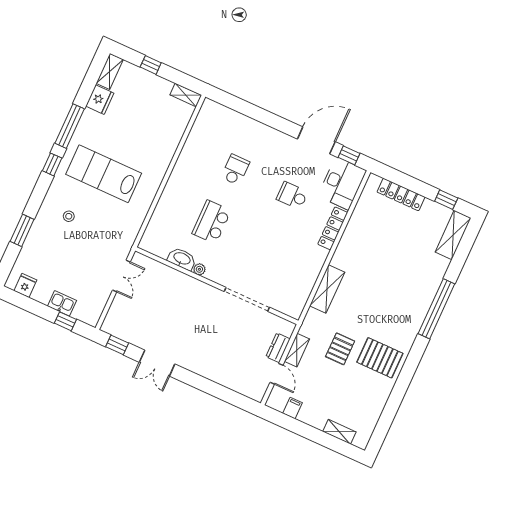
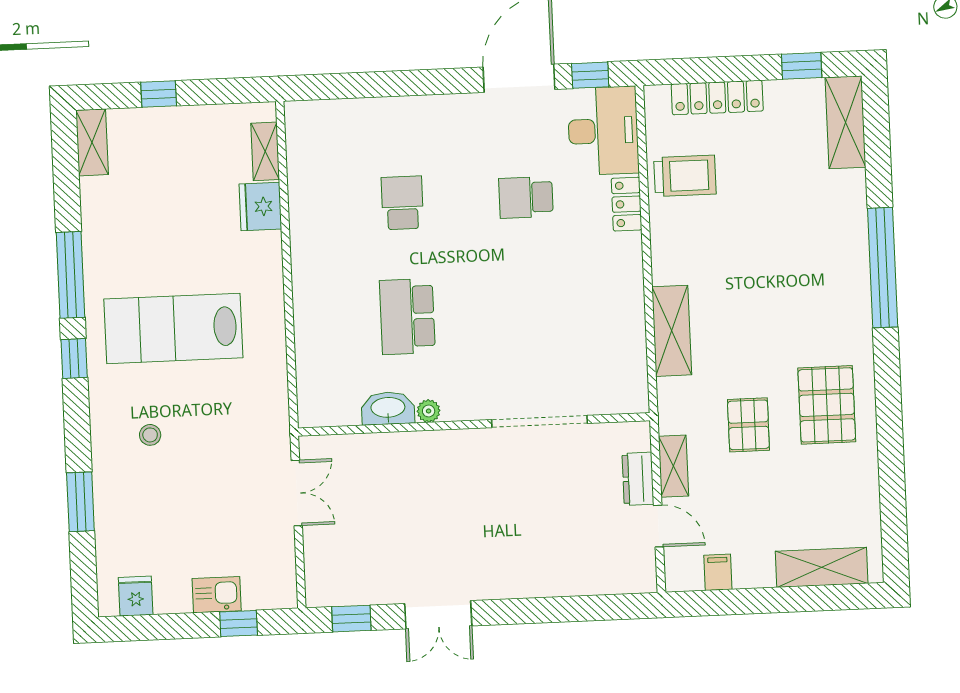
shelving: (186, 95) -> (265, 151), moved, turned 90
fridge: (100, 100) -> (260, 206), moved, turned 180
trolley: (369, 222) -> (685, 176), added
locker: (333, 228) -> (627, 204), width x0.66
pallet: (380, 358) -> (827, 405), turned 90
shelving: (339, 432) -> (822, 567), width x1.50, depth x1.33

